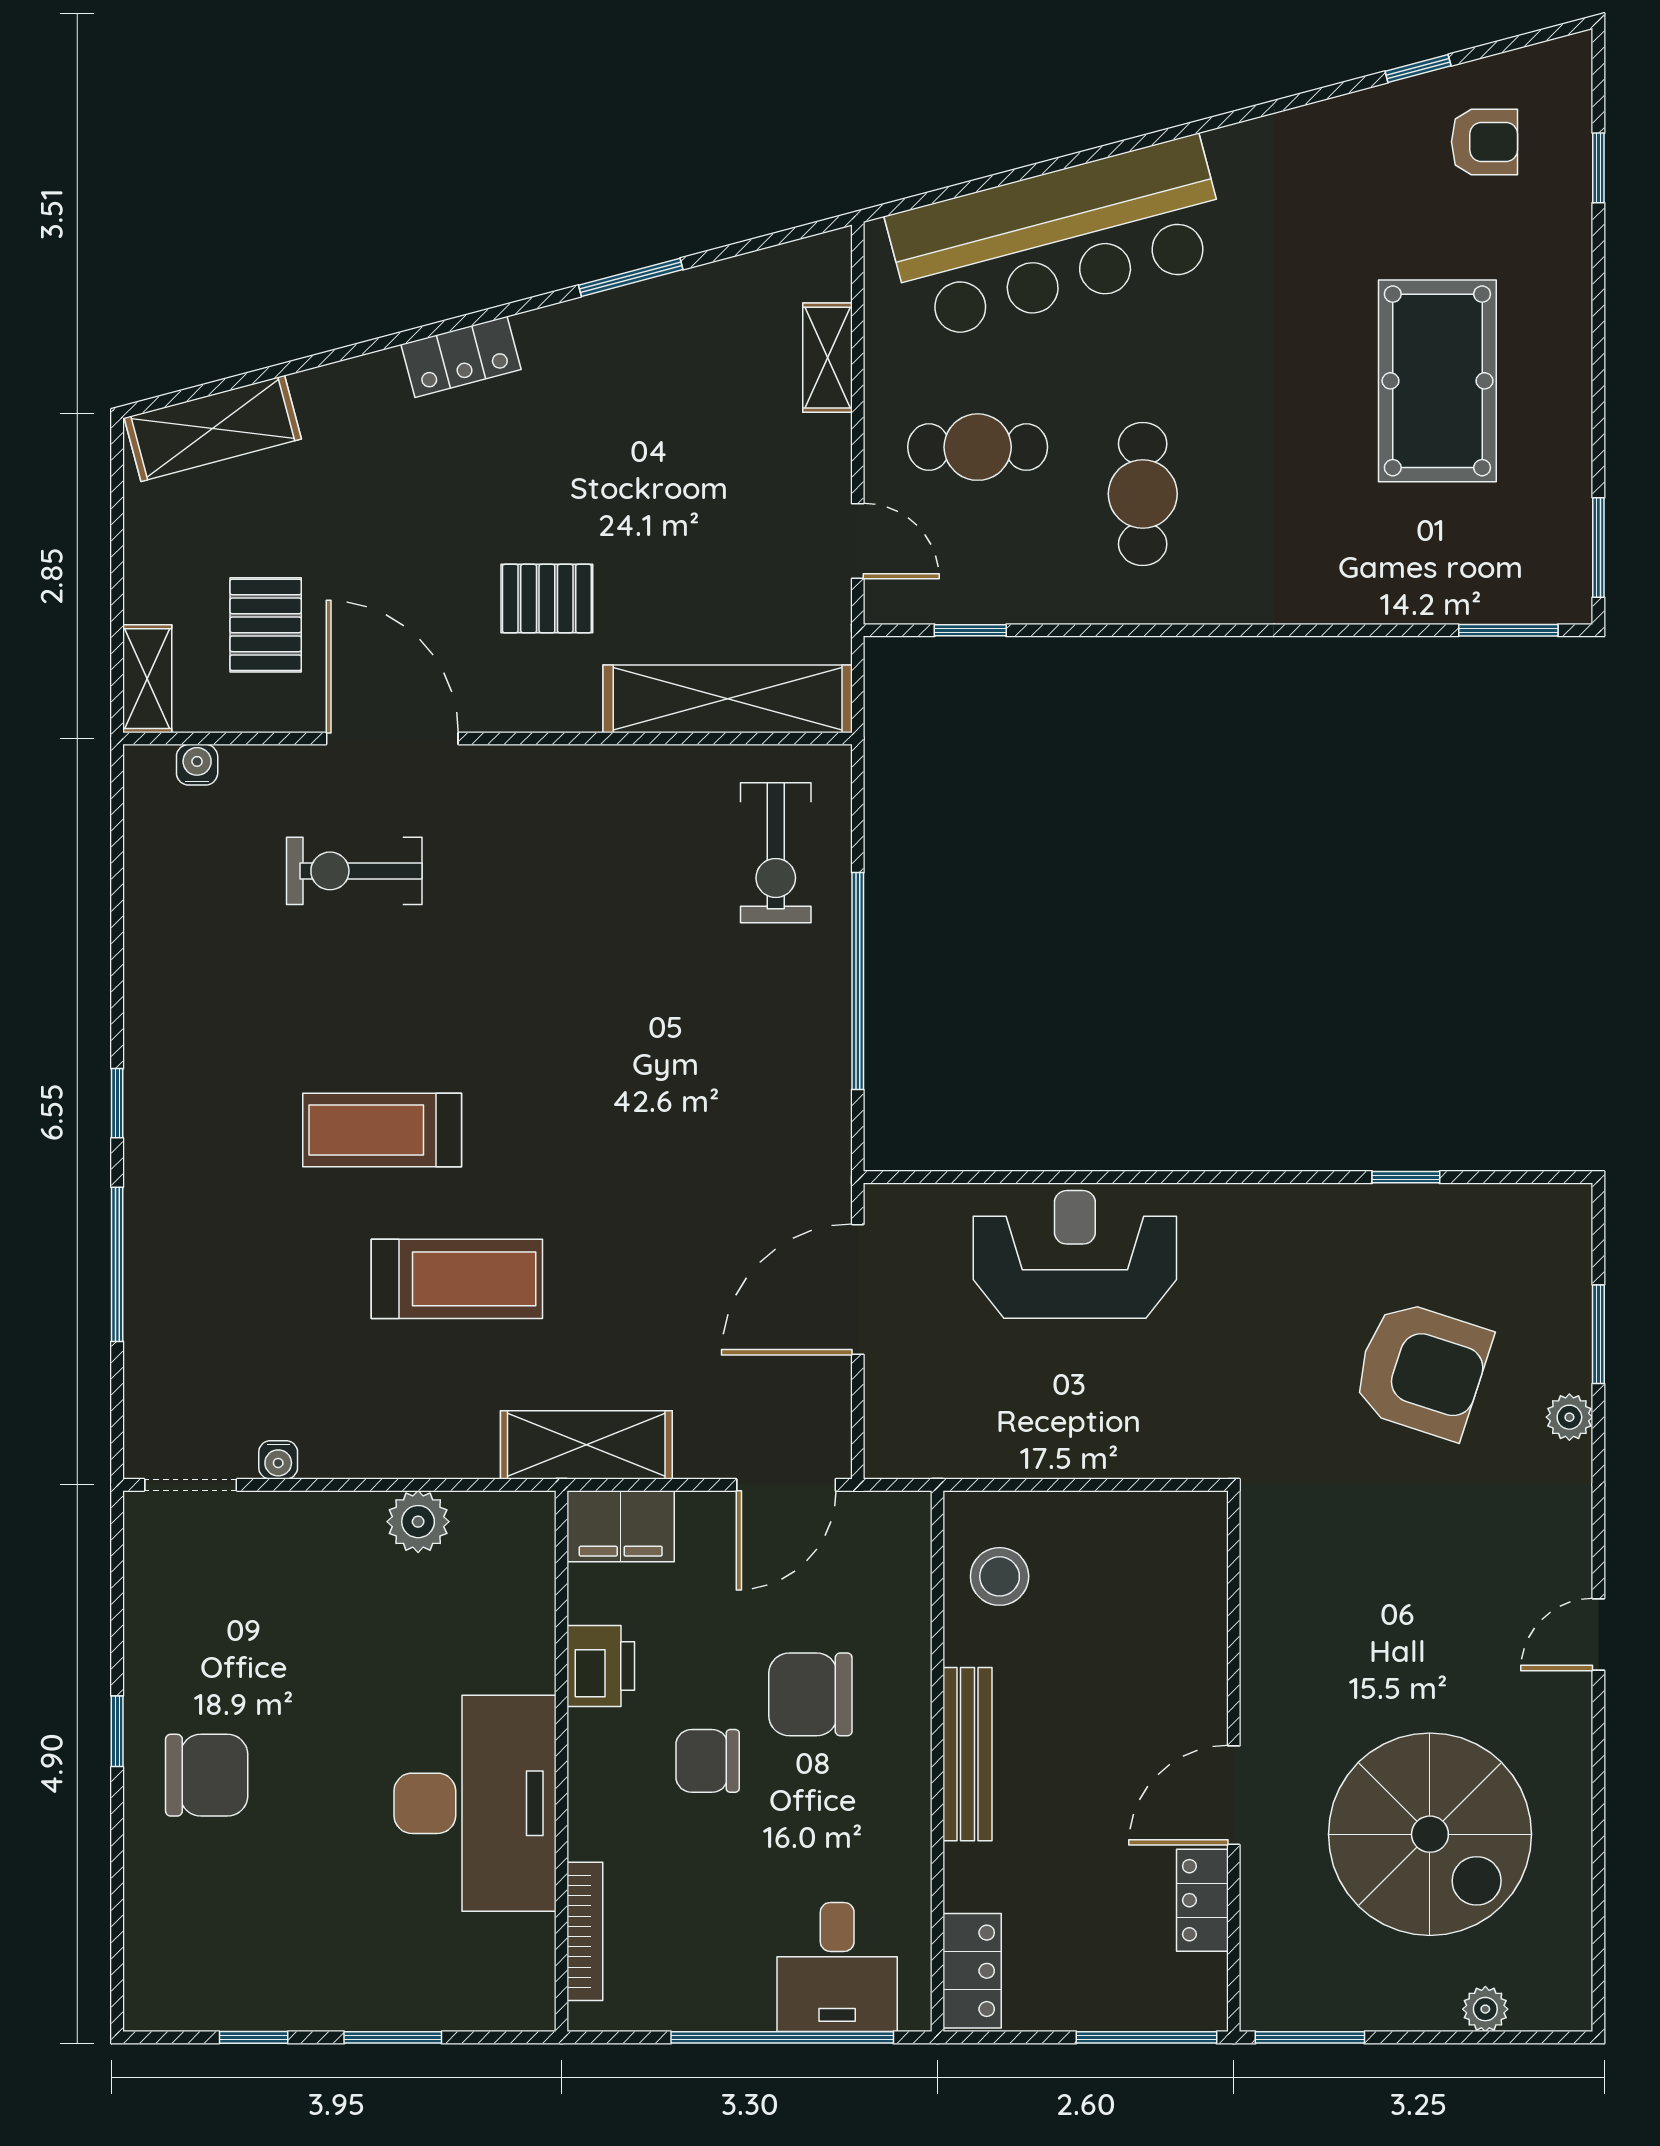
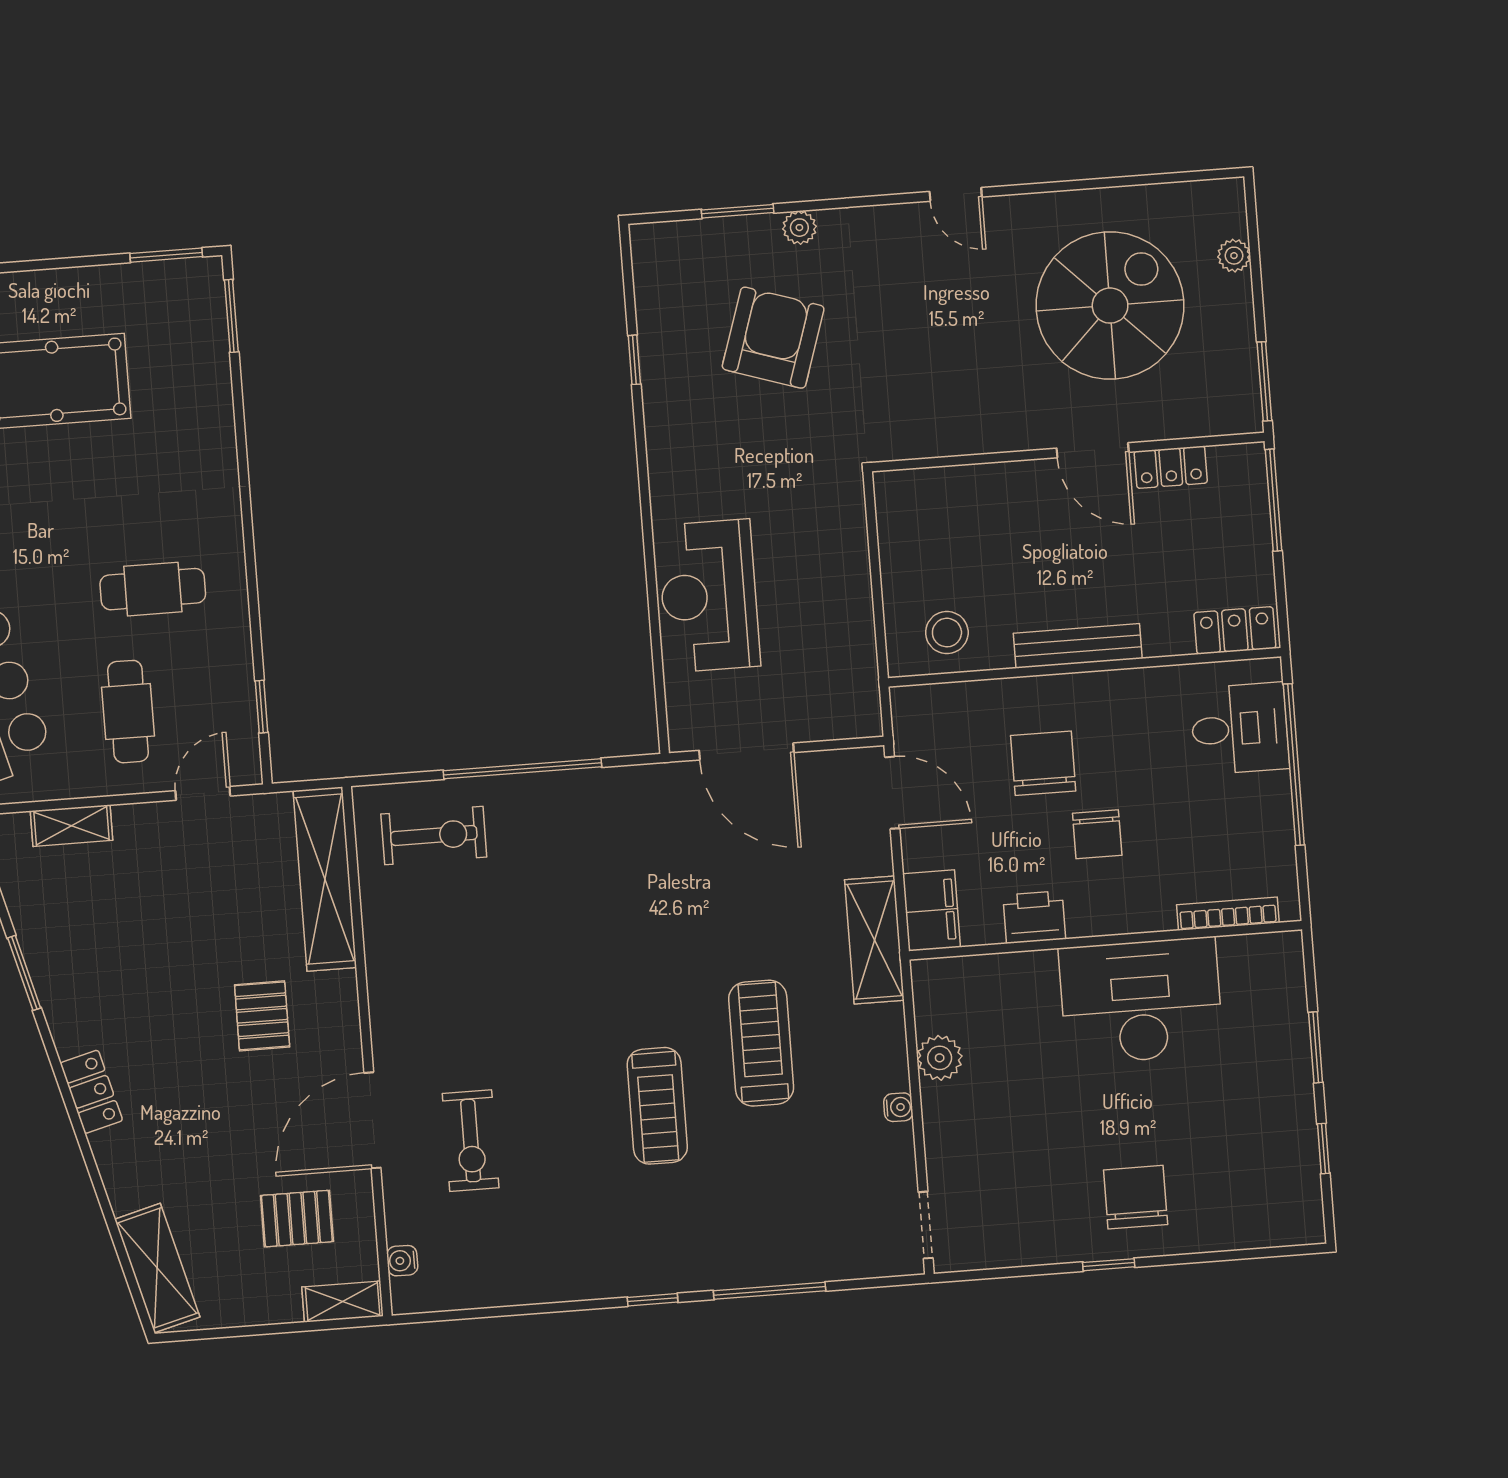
water cooler: (278, 1460) -> (898, 1107), moved
chair: (810, 1694) -> (1043, 763), turned 180

